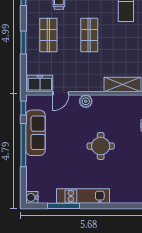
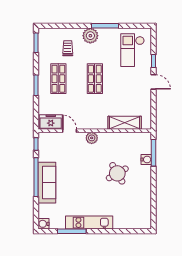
door: (61, 93) -> (70, 131), swing flipped
sofa: (36, 133) -> (47, 183), moved
round table: (101, 146) -> (117, 173), moved, turned -30

